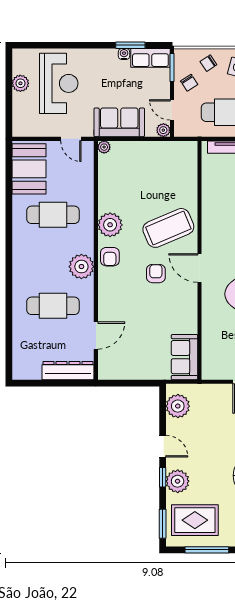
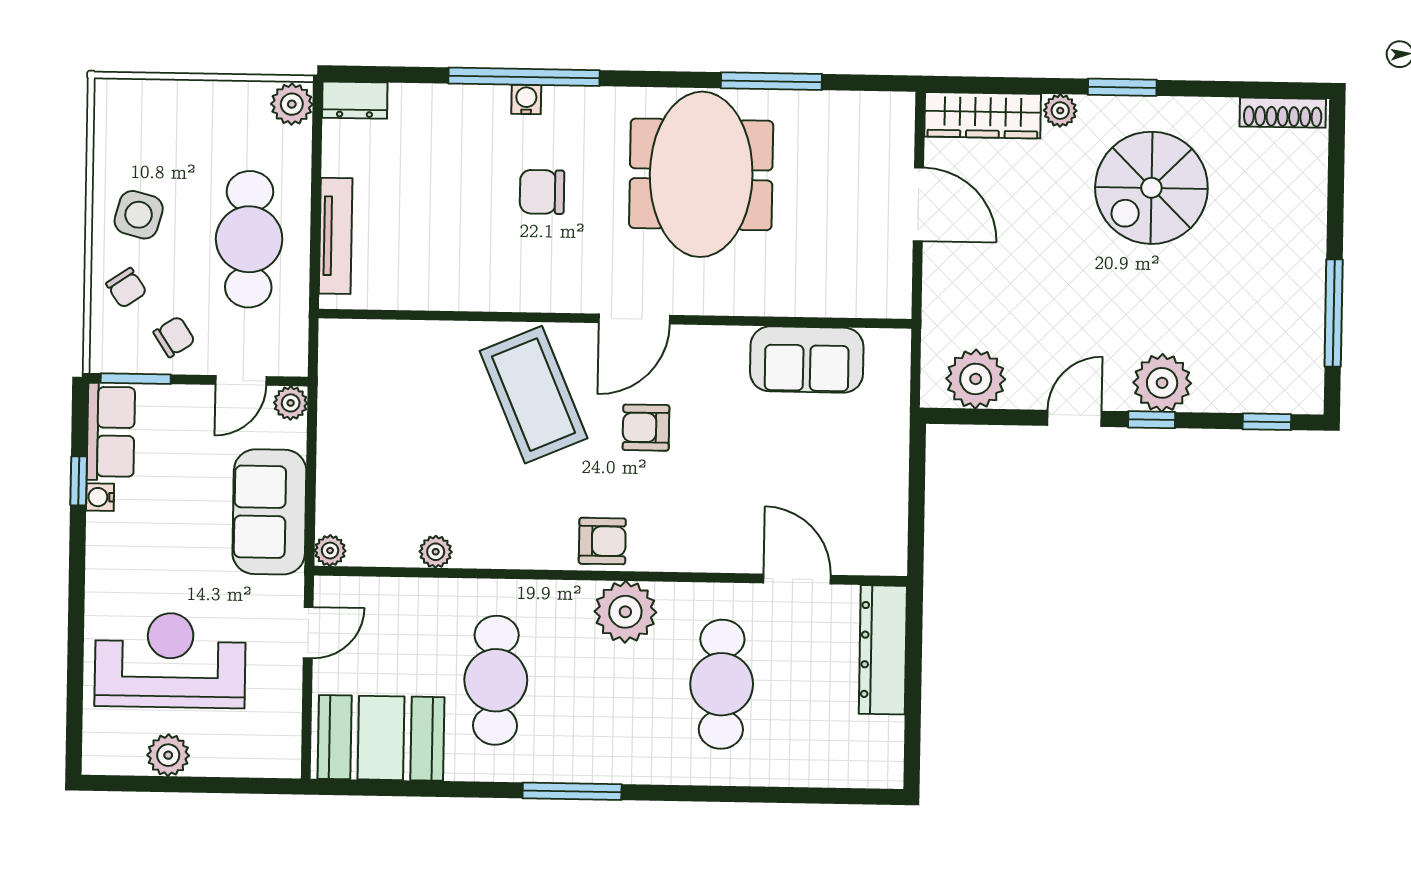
window: (130, 45) -> (79, 481), width x0.67
plant: (110, 225) -> (436, 552), moved, width x0.53, depth x0.53
window: (9, 246) -> (572, 791), added
sofa: (184, 357) -> (807, 360), moved
rug: (195, 520) -> (1259, 342), removed
window: (163, 524) -> (1267, 422), width x0.67

